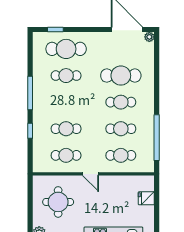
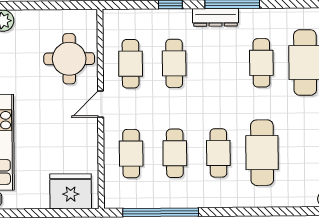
dresser: (38, 103) -> (215, 17), added
fridge: (146, 198) -> (71, 191), width x1.88, depth x1.34
round table: (58, 202) -> (69, 59), moved

